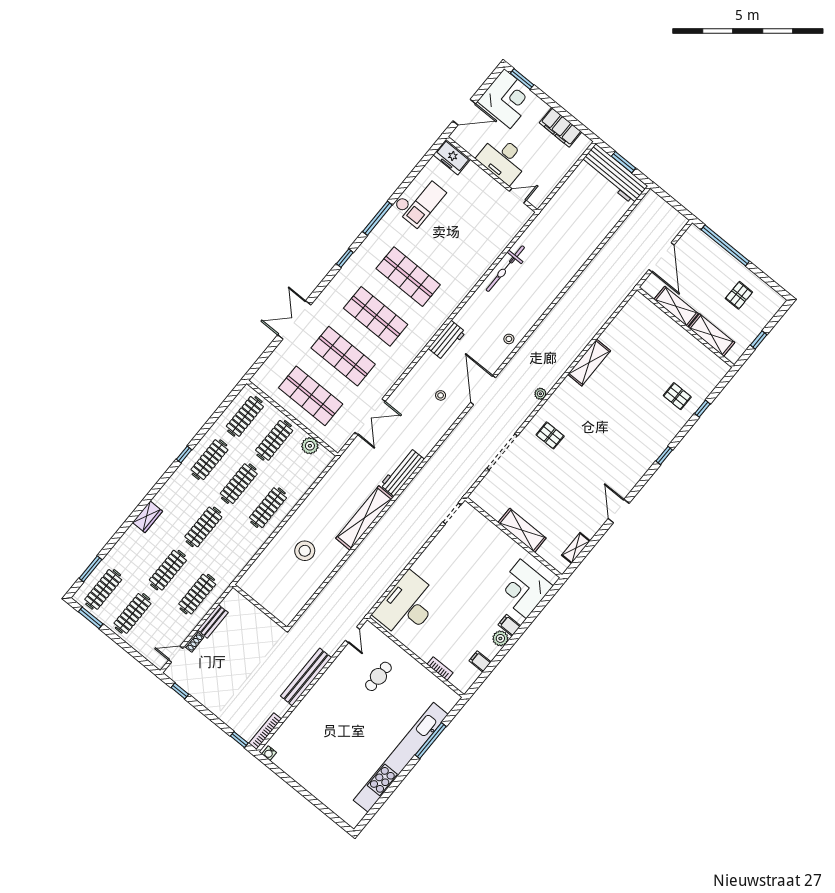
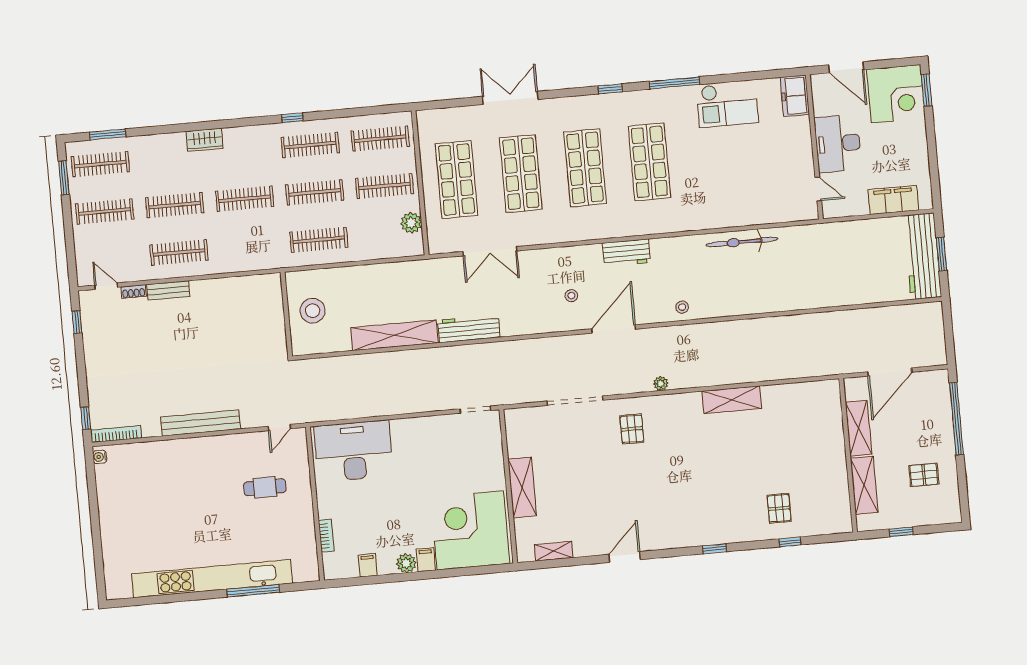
filing cabinet: (560, 127) -> (893, 200), moved, turned 90
corner desk: (523, 589) -> (470, 530), width x1.36, depth x1.36
wall: (260, 607) -> (286, 314), moved

